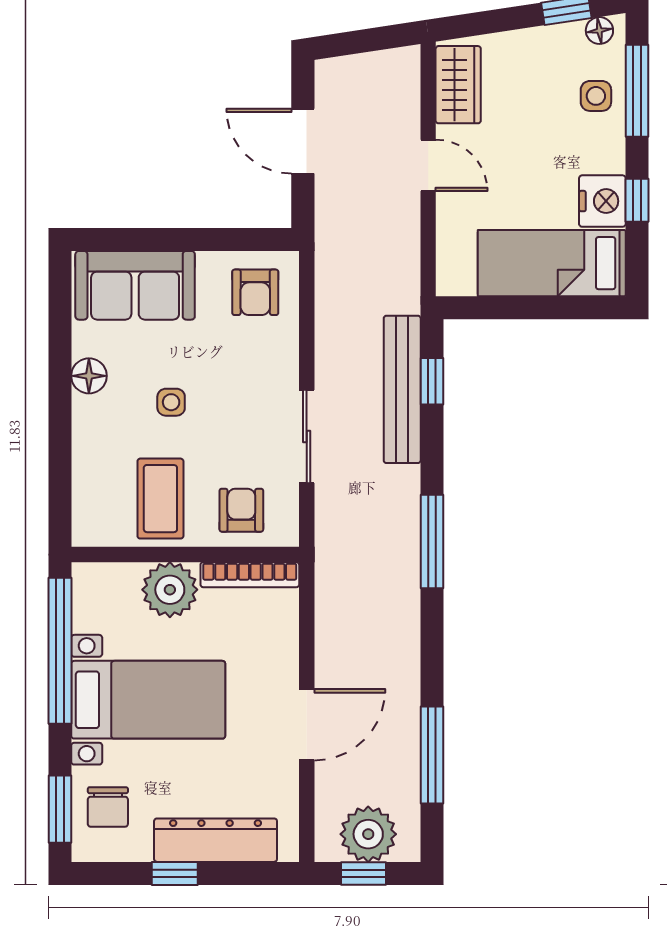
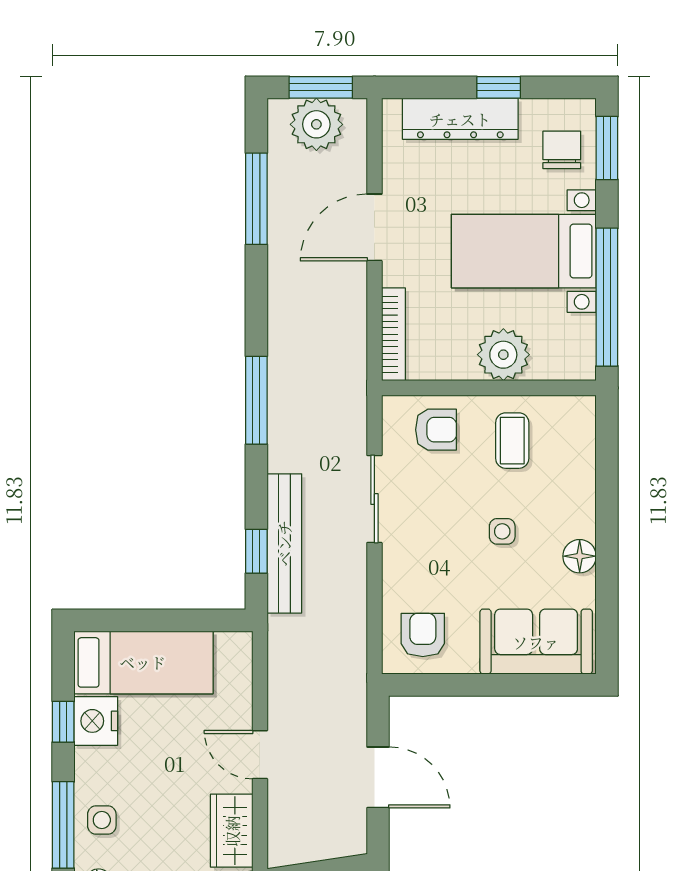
coffee table: (160, 499) -> (512, 441), width x0.73, depth x0.77
armchair: (241, 510) -> (436, 430), turned -90
bookcase: (250, 575) -> (393, 334), moved, turned 90
window: (364, 873) -> (321, 87), width x1.50

